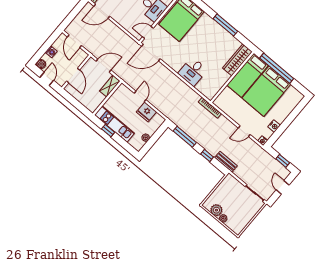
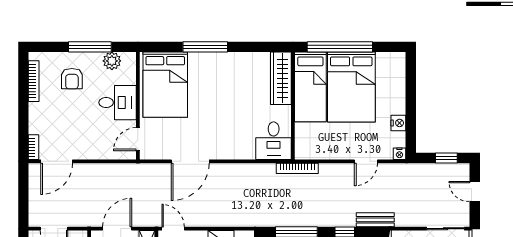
window: (225, 25) -> (205, 47), moved
door: (151, 53) -> (190, 161), moved
desk: (193, 71) -> (274, 141), moved
door: (140, 97) -> (173, 229), moved

